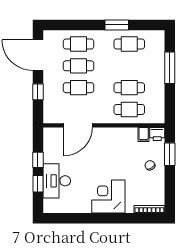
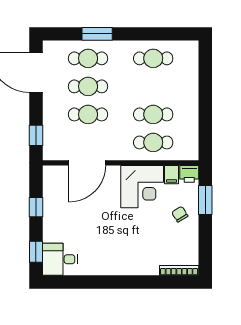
window: (117, 25) -> (97, 34), moved
window: (170, 68) -> (205, 89), removed
window: (38, 92) -> (36, 135), moved
desk: (57, 181) -> (60, 259), moved, width x0.73
window: (38, 184) -> (36, 252), moved
corner desk: (108, 197) -> (142, 187), moved, turned 180

